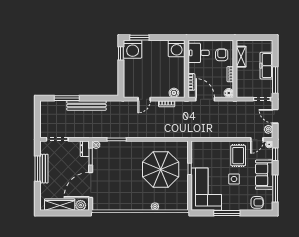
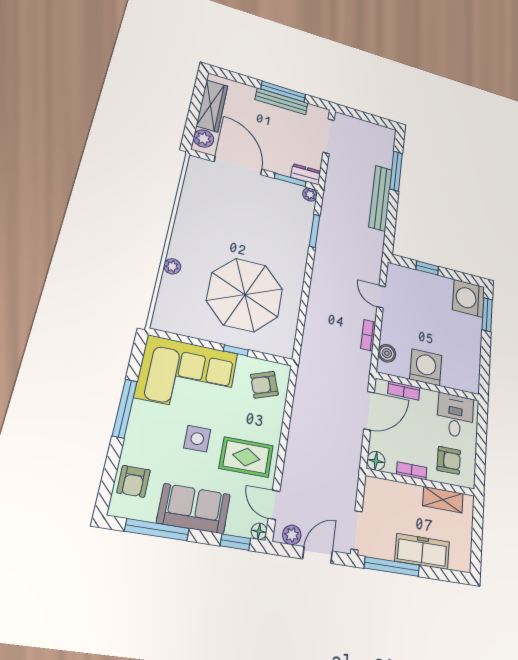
washing machine: (177, 48) -> (426, 367), moved, turned 90
window: (121, 53) -> (427, 268), moved
armchair: (203, 153) -> (264, 385), added

